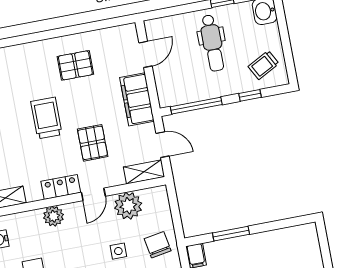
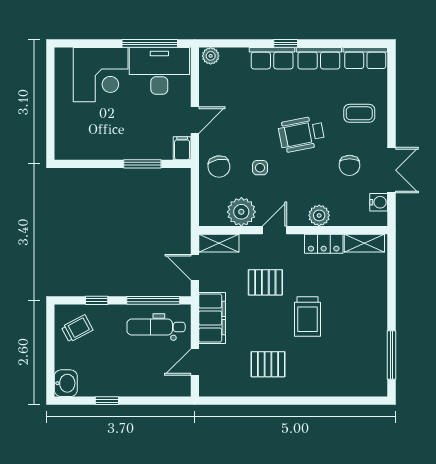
dental chair: (212, 43) -> (156, 327), moved, turned -90
pallet: (93, 143) -> (265, 282), turned 90
locker: (61, 187) -> (324, 244), moved

